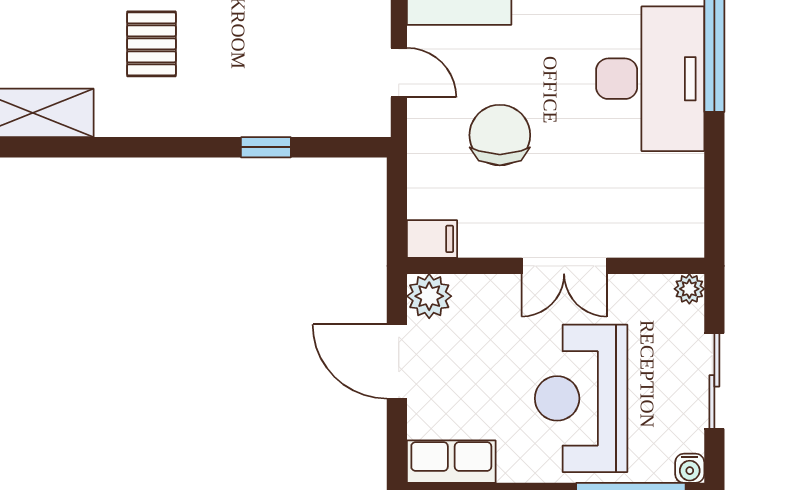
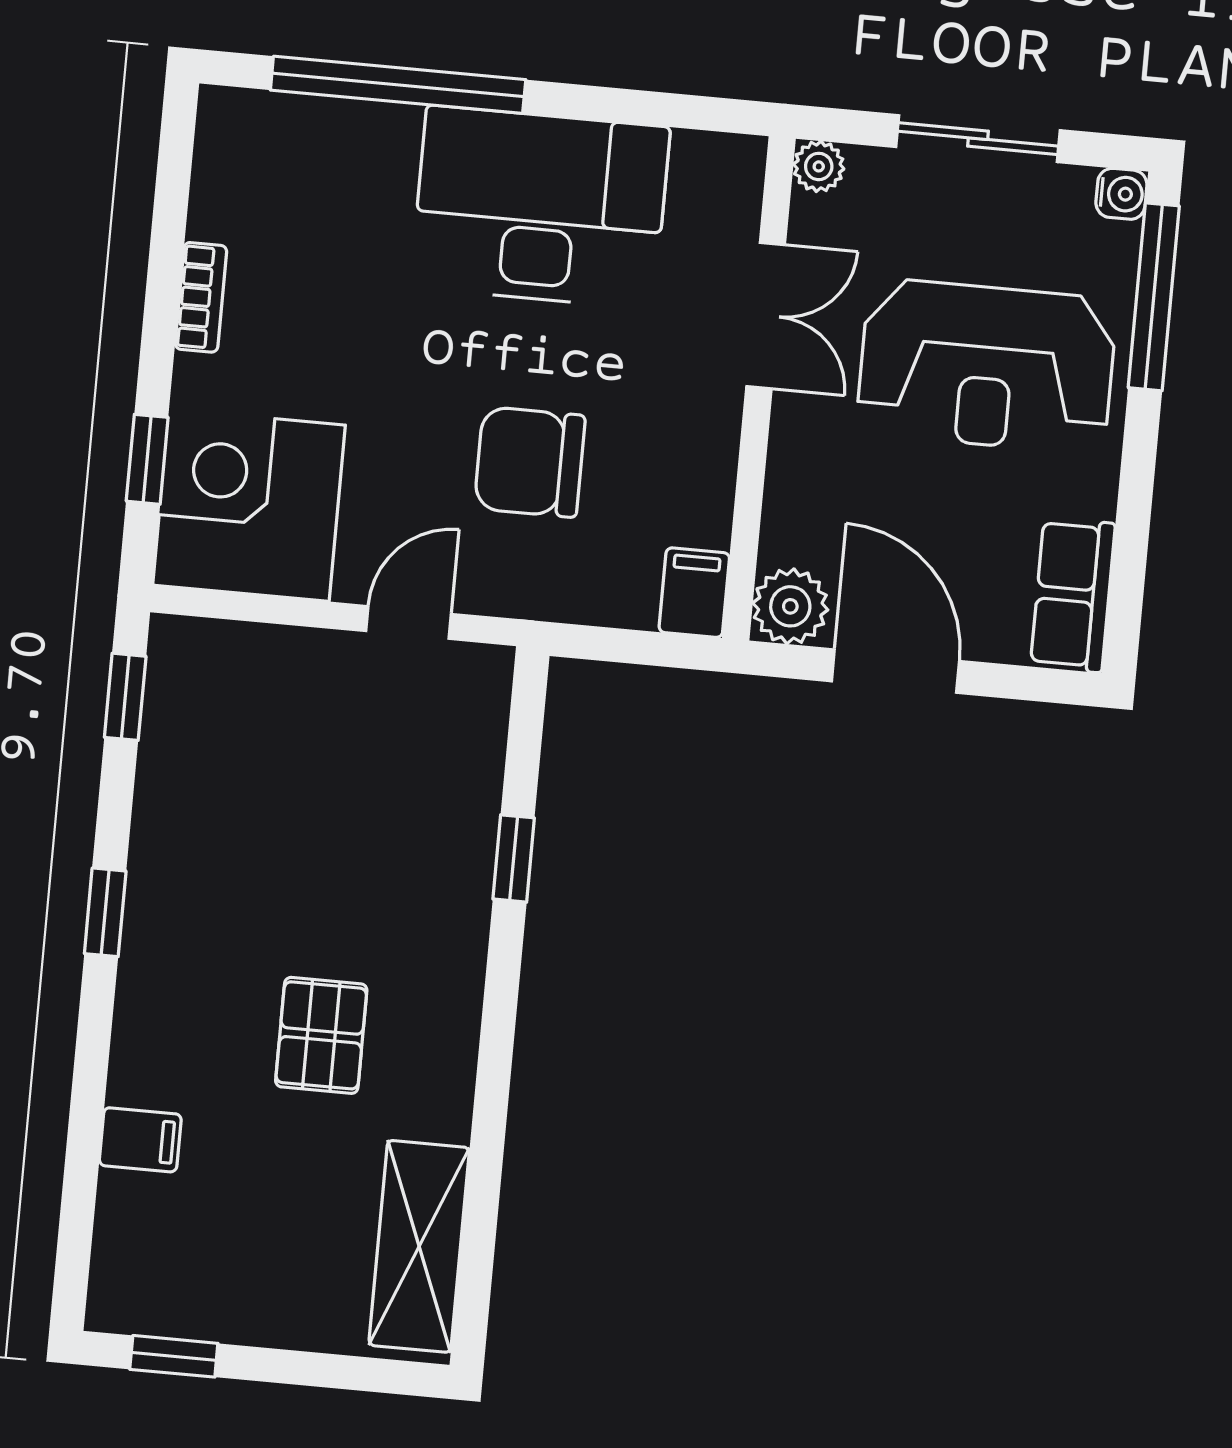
pallet: (151, 44) -> (321, 1035), turned 90
desk: (650, 79) -> (540, 207), moved
double door: (564, 266) -> (766, 316), moved
door: (397, 361) -> (895, 671), swing flipped

